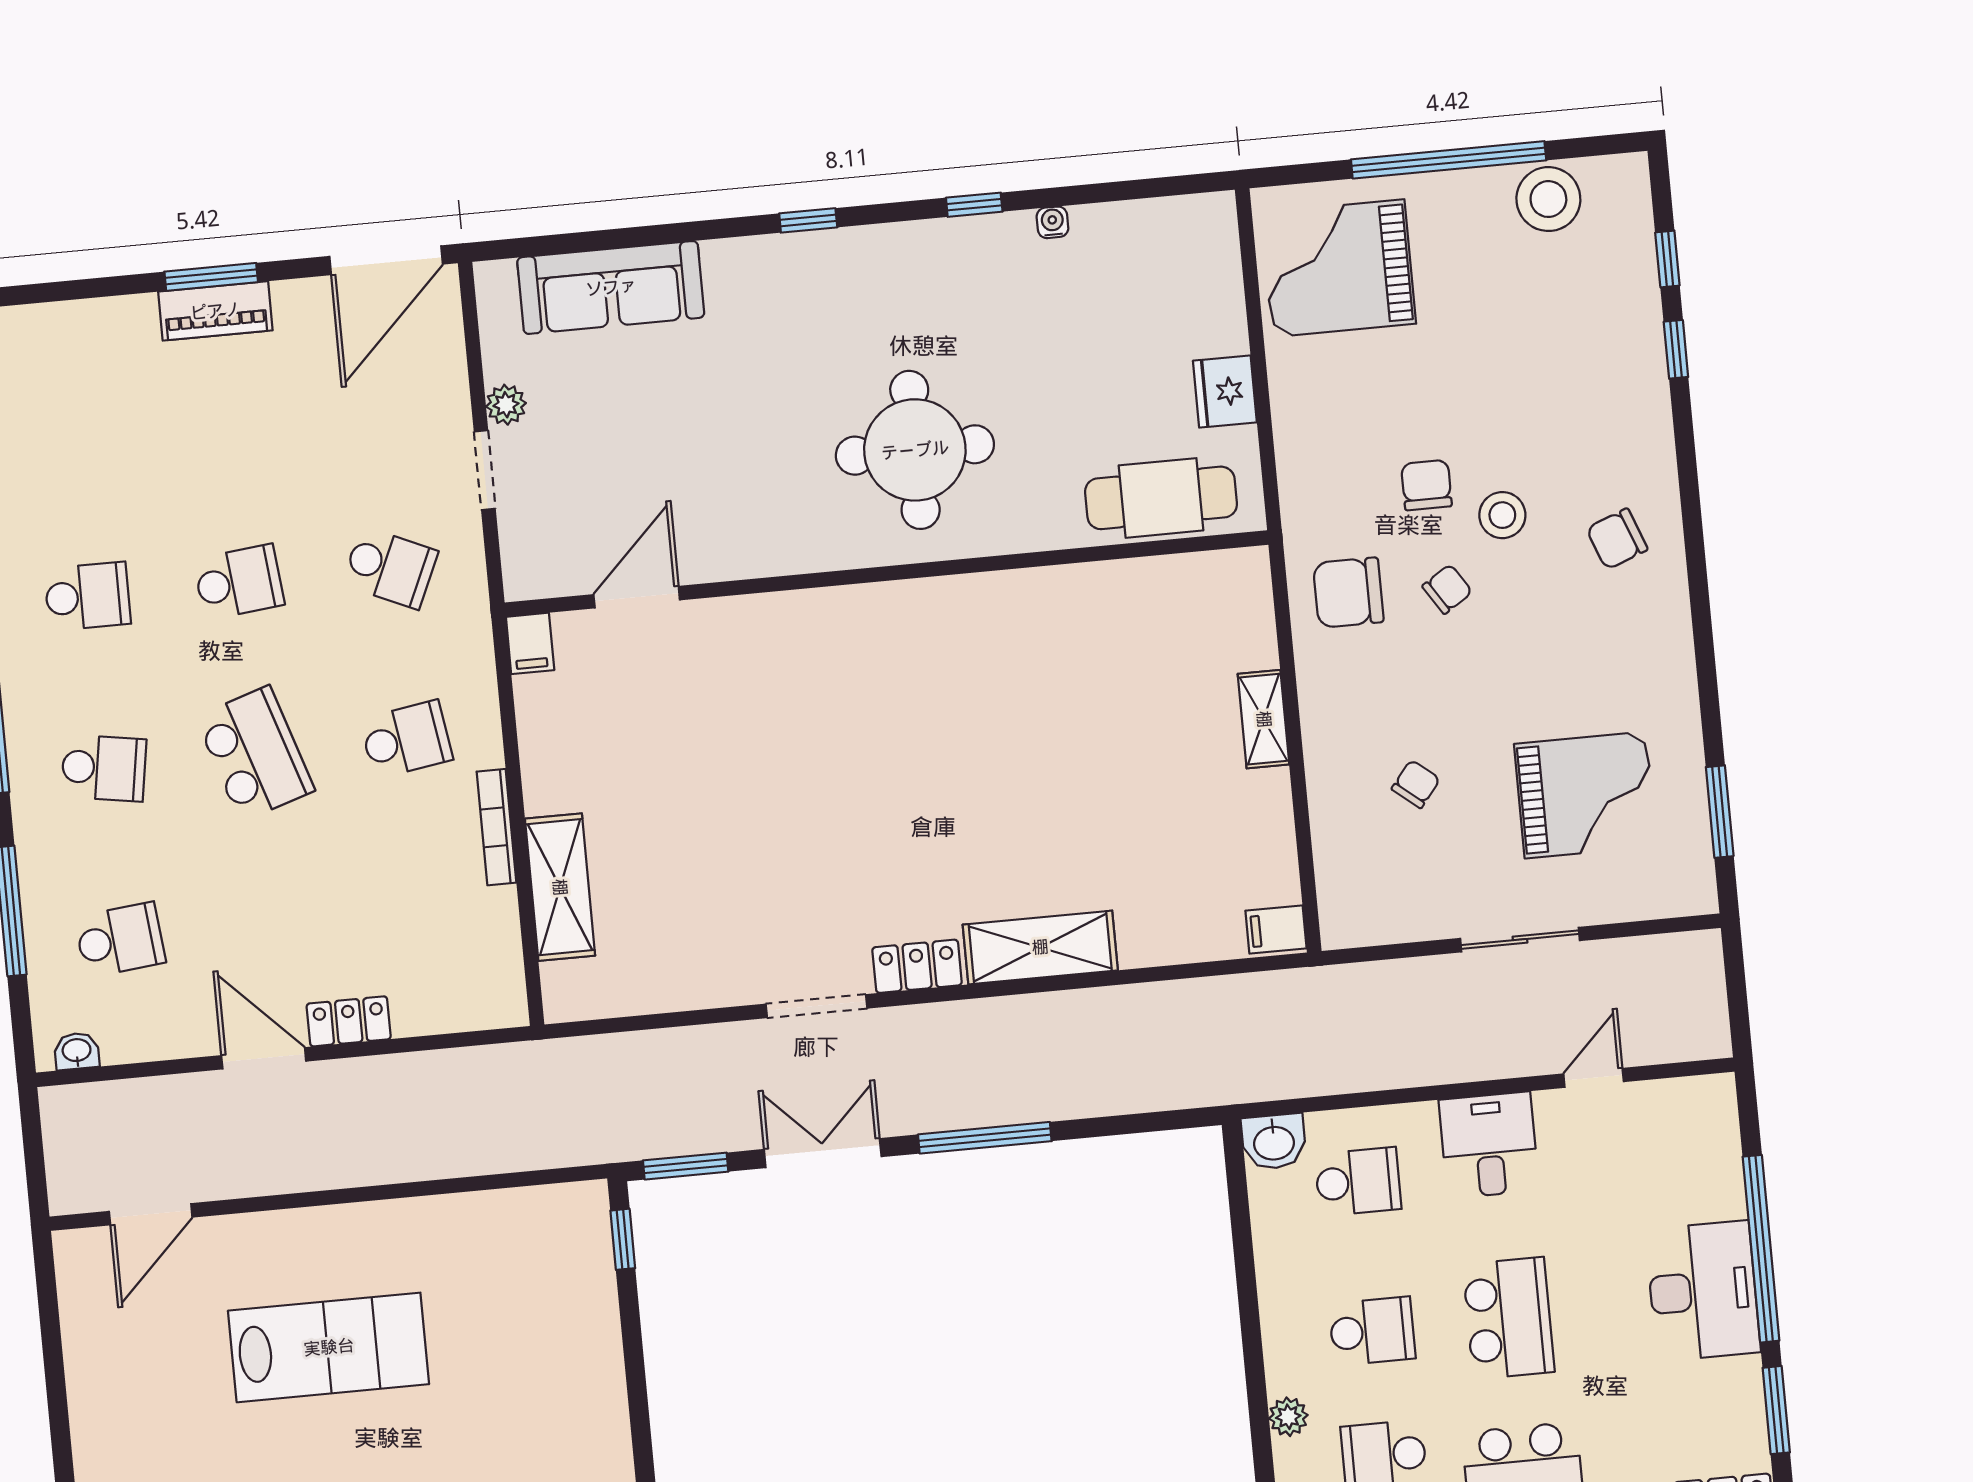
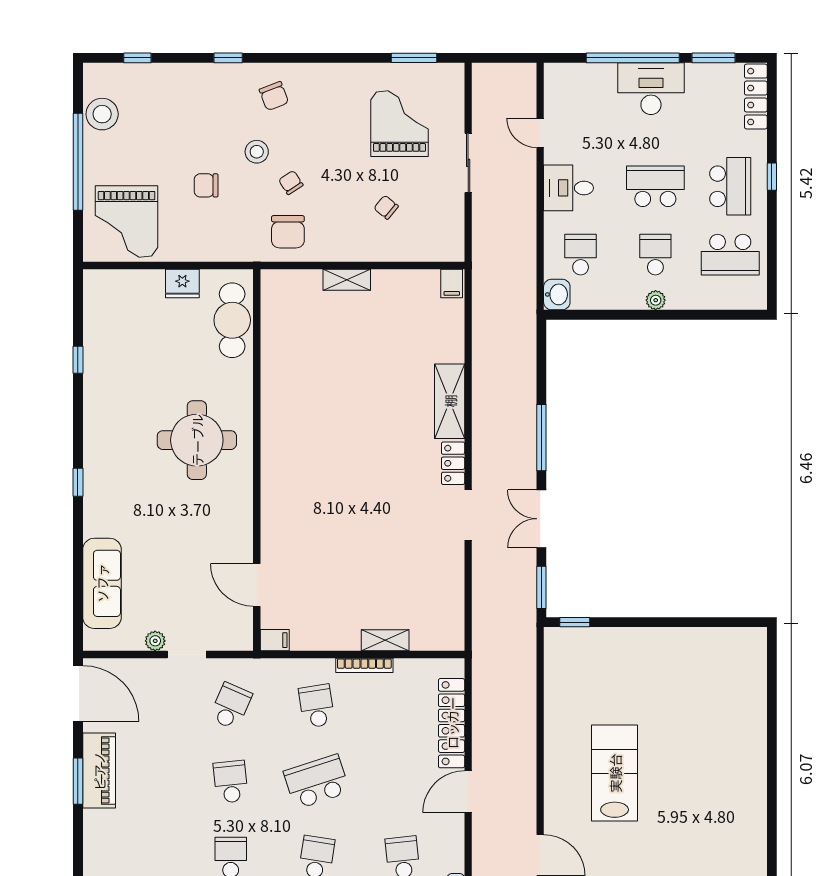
window: (974, 205) -> (78, 360), moved
water cooler: (1052, 222) -> (90, 361), removed
piano: (215, 311) -> (99, 771), width x1.37, depth x1.33
window: (1676, 349) -> (228, 58), moved
chair: (1426, 485) -> (206, 185), moved
shelving: (560, 887) -> (385, 640), width x0.67, depth x0.75
locker: (349, 1021) -> (452, 723), width x2.16, depth x1.21
plant: (1288, 1417) -> (656, 300), moved

